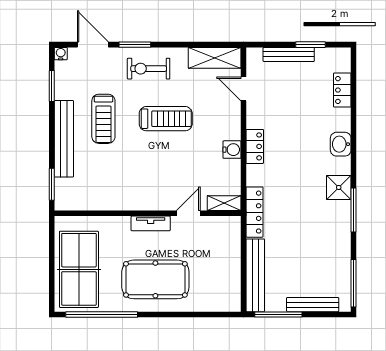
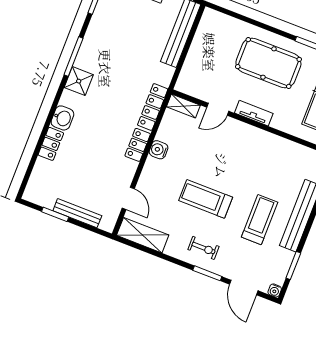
exercise bike: (149, 69) -> (203, 248), width x0.73, depth x0.72
locker: (342, 90) -> (51, 144), moved
locker: (254, 212) -> (153, 107), moved

